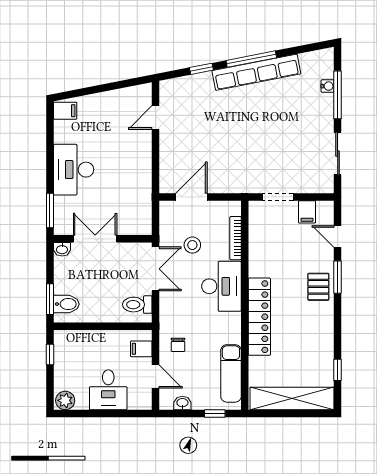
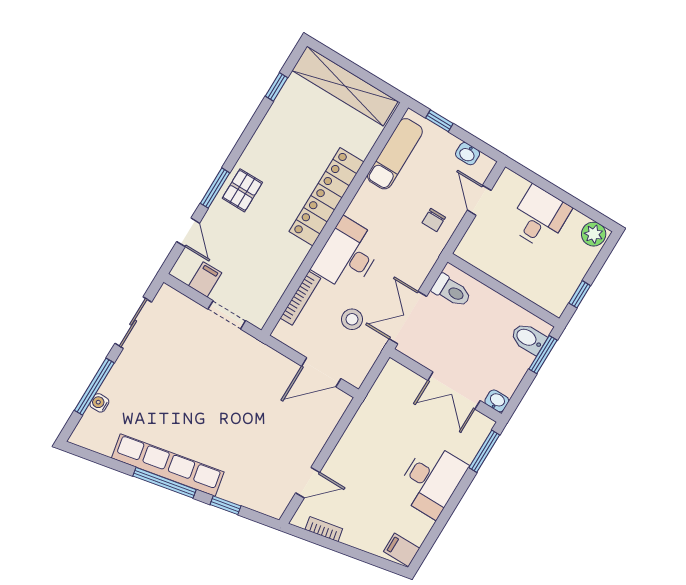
bookcase: (126, 93) -> (324, 529), added
chair: (178, 345) -> (434, 220), turned 180
filing cabinet: (141, 349) -> (476, 240), removed

